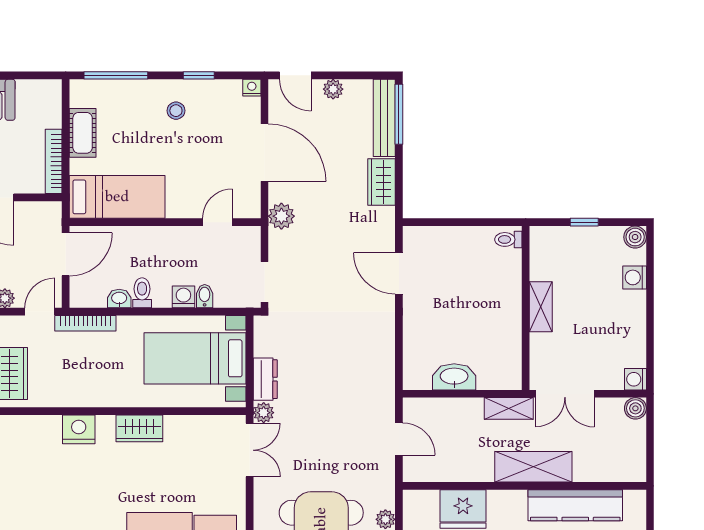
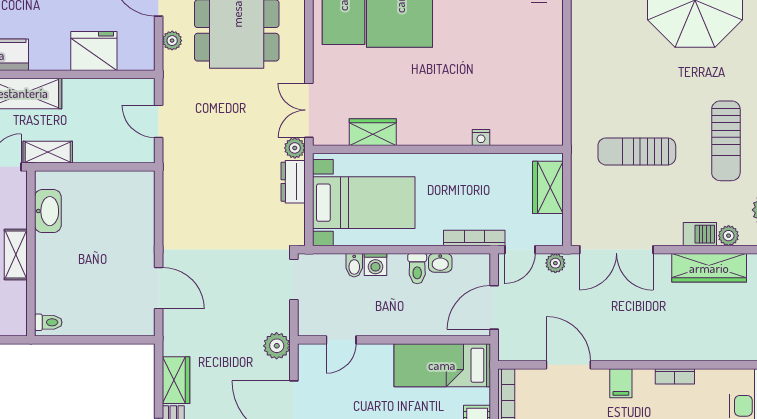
washbasin: (454, 377) -> (48, 211), moved, turned -90
wardrobe: (139, 428) -> (373, 132), moved
nightstand: (79, 429) -> (481, 138), width x0.53, depth x0.56

